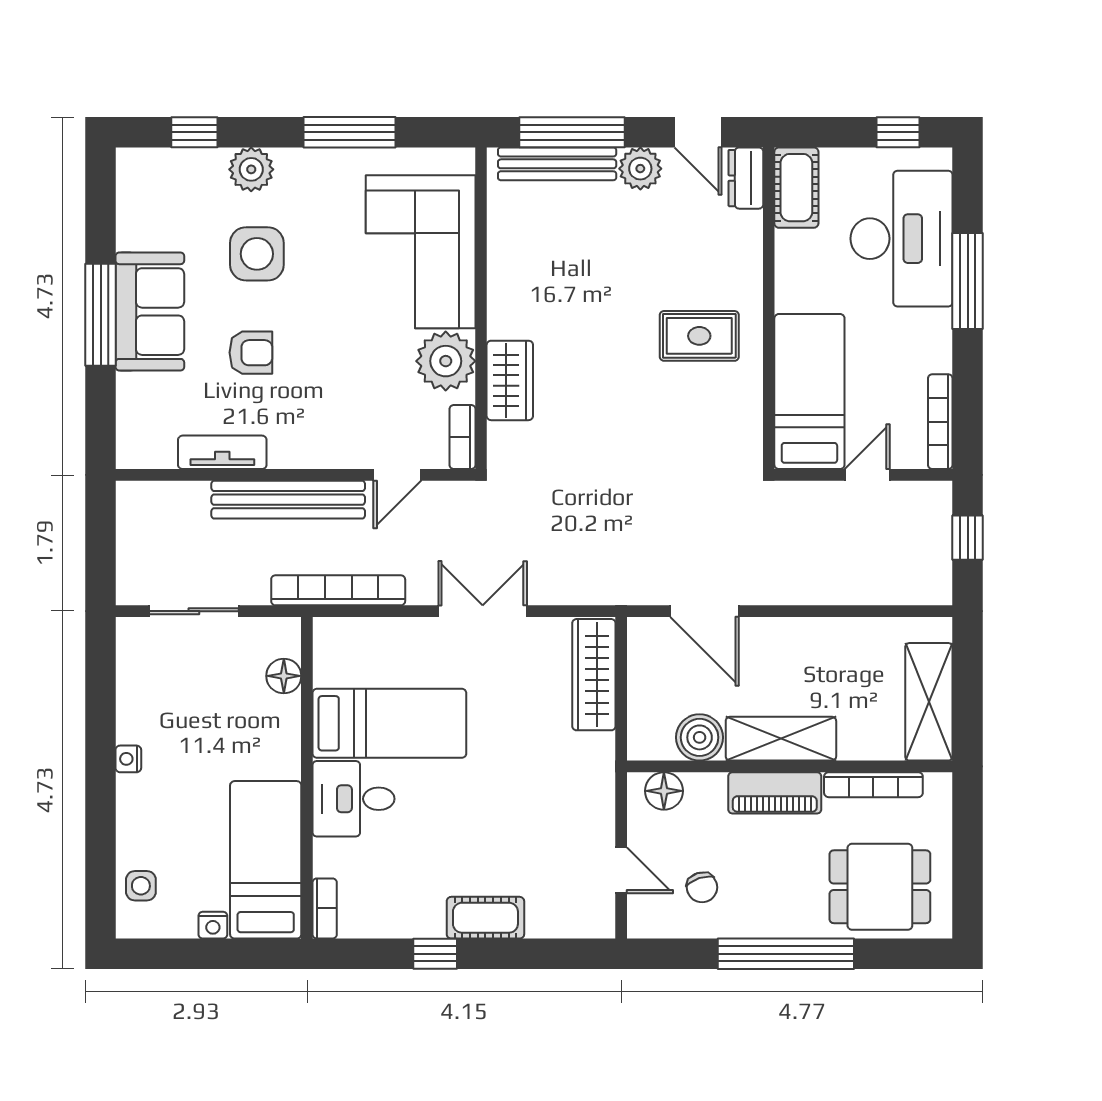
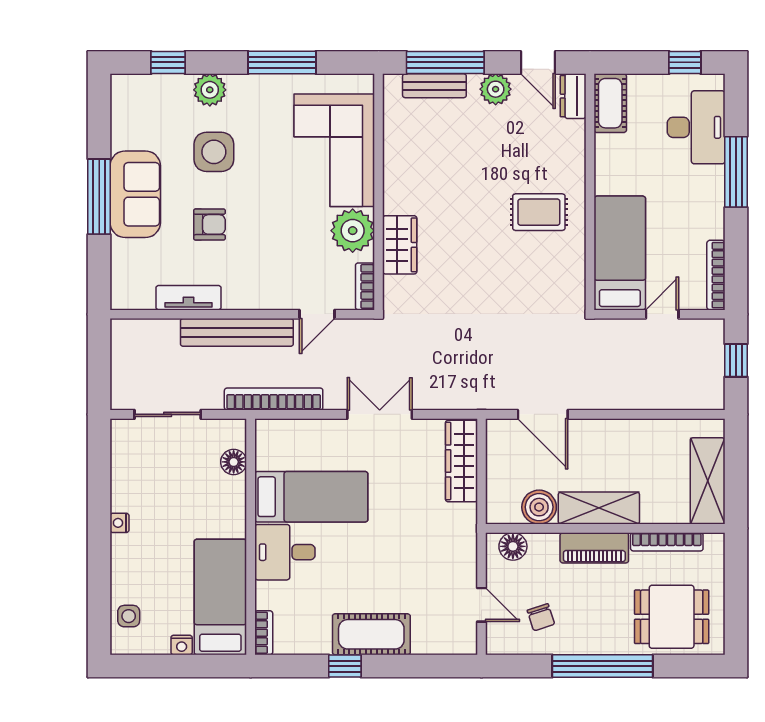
bench: (557, 164) -> (434, 86), width x0.73
desk: (902, 239) -> (696, 127), width x0.73, depth x0.77
cot: (485, 918) -> (371, 634), width x1.37, depth x1.34

